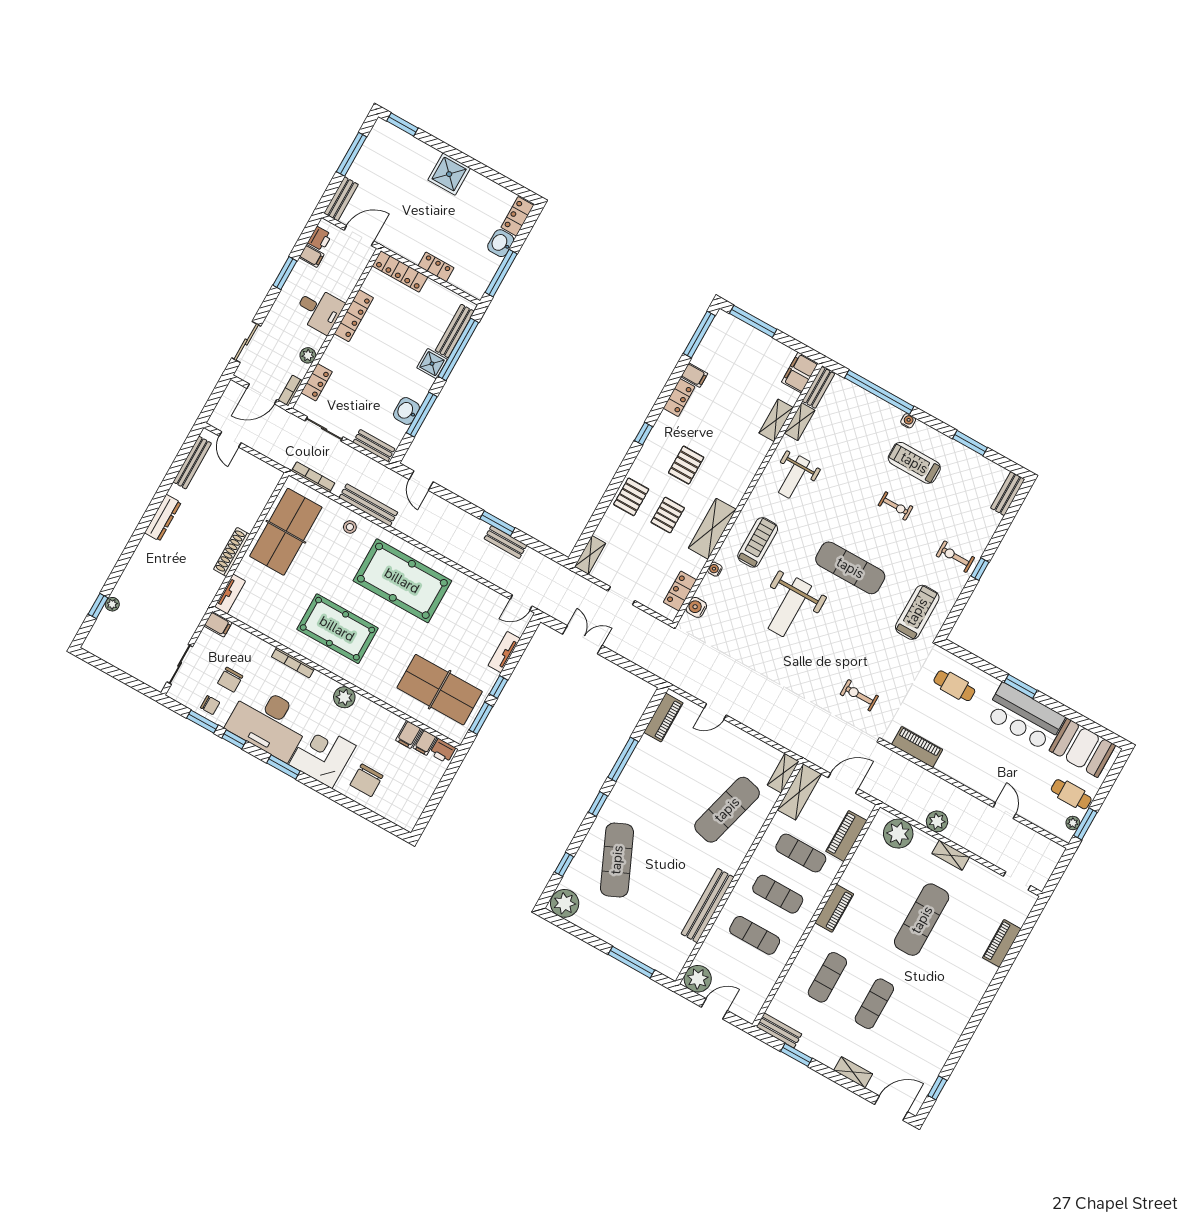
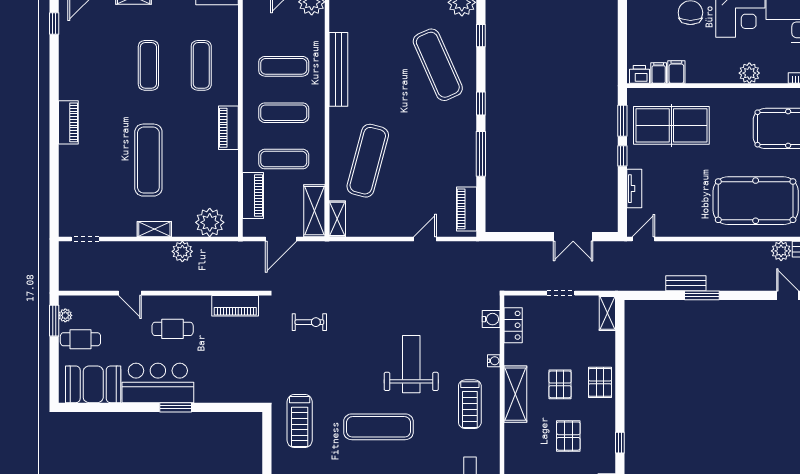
plant: (405, 523) -> (781, 251), added
cafe table: (954, 686) -> (173, 329), moved
piano: (1002, 943) -> (68, 122), moved

